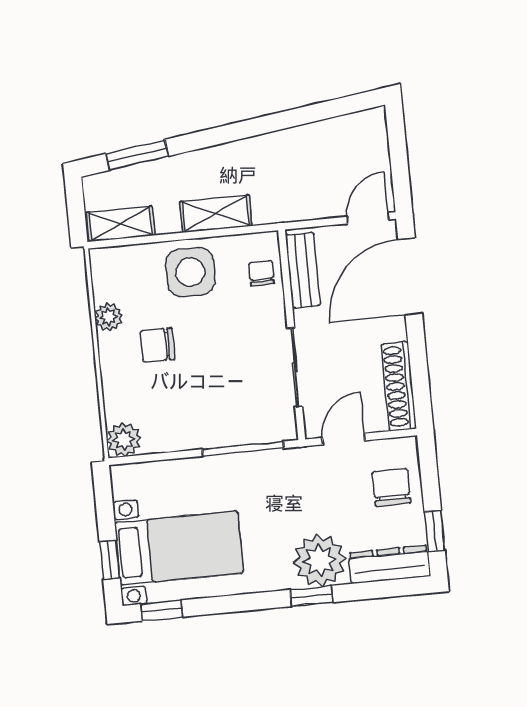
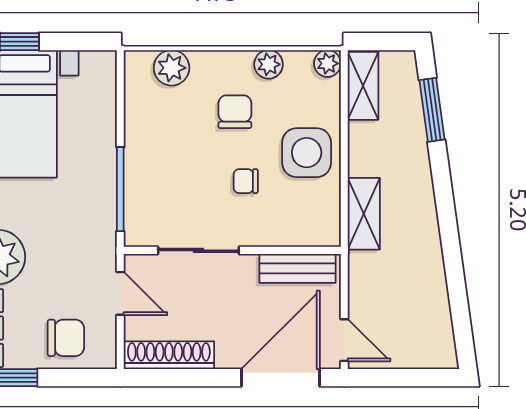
shelving: (216, 214) -> (364, 214), moved
plant: (102, 260) -> (327, 63), added
chair: (261, 273) -> (246, 181), moved, turned 180
door: (410, 276) -> (280, 378), hinge flipped
plant: (124, 440) -> (172, 68), moved

